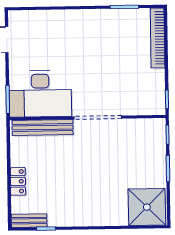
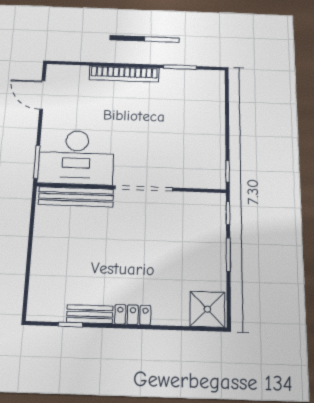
bookcase: (158, 38) -> (124, 74), moved, turned -90
locker: (18, 181) -> (133, 315), moved, turned -90
shower: (147, 207) -> (207, 309), width x0.73, depth x0.73
bench: (29, 221) -> (90, 314), moved

